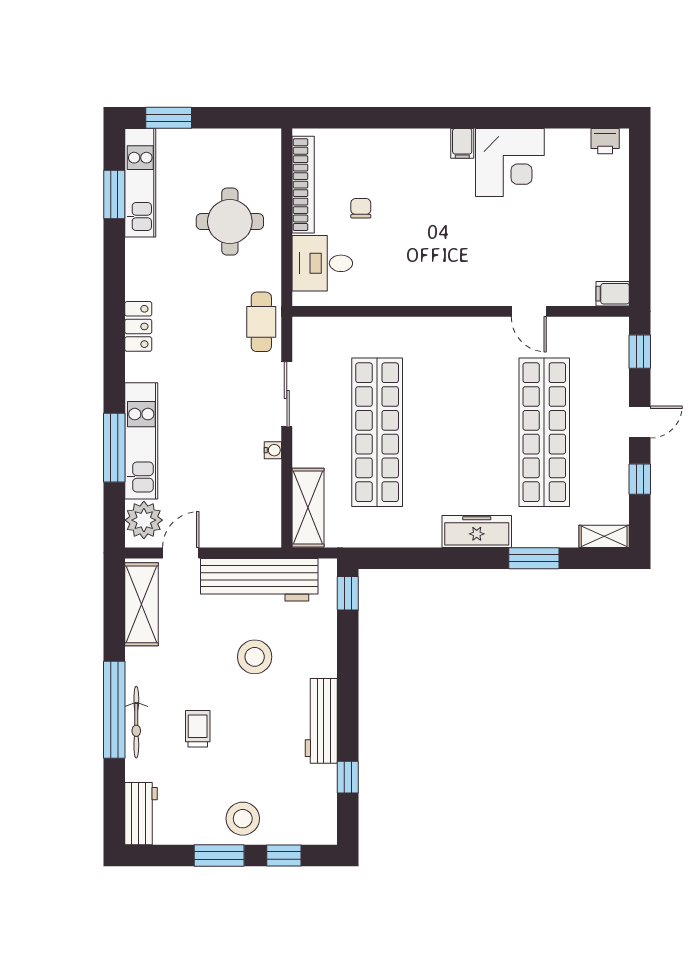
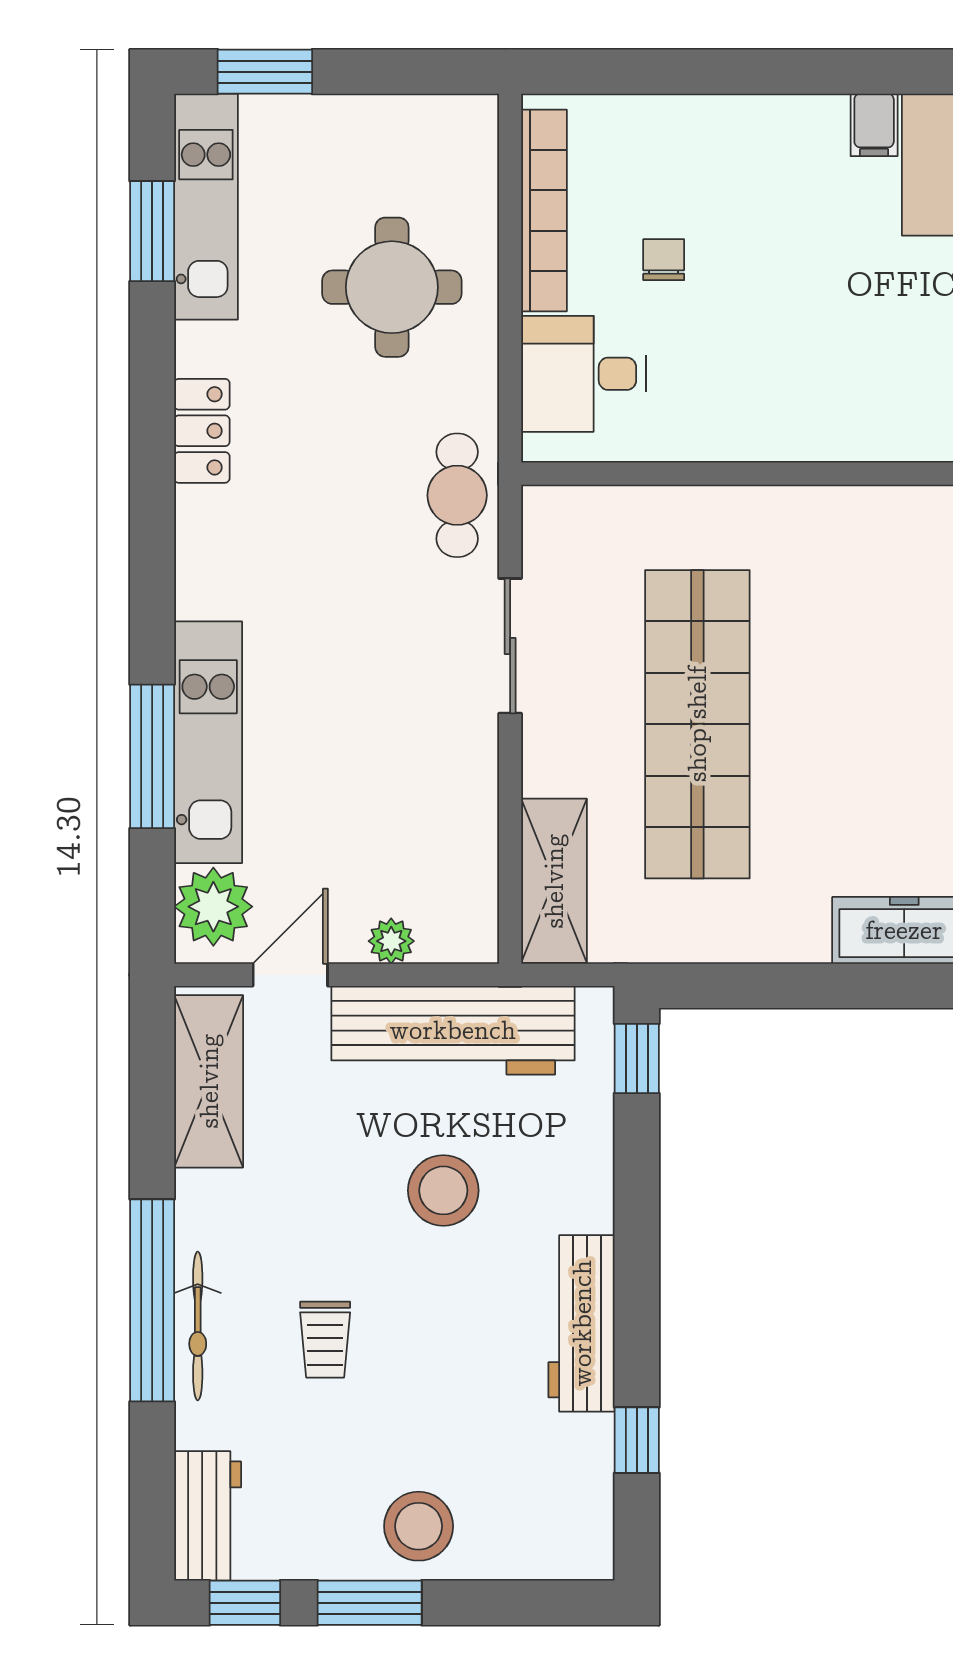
locker: (138, 326) -> (202, 431), moved
water cooler: (273, 450) -> (481, 762), removed
plant: (230, 537) -> (391, 941), added
trolley: (198, 729) -> (325, 1340), turned 180
window: (284, 856) -> (245, 1603), moved

